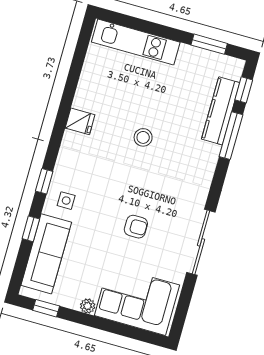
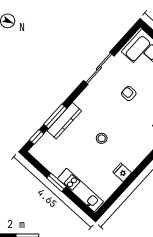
window: (209, 44) -> (56, 182), moved
kitchen counter: (221, 111) -> (64, 121), moved
fridge: (80, 121) -> (122, 172), moved

